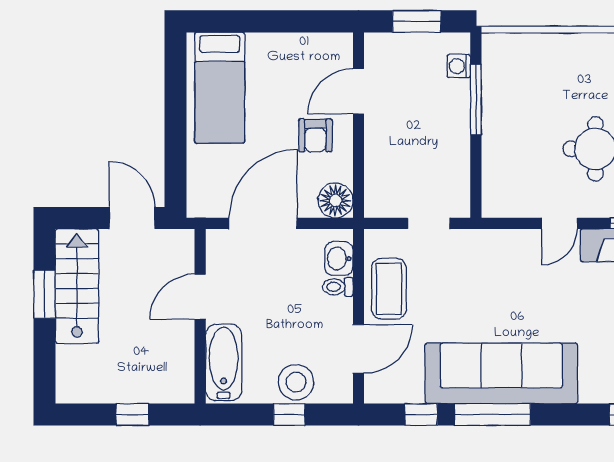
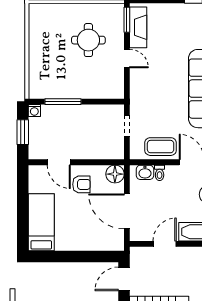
washing machine: (459, 66) -> (34, 111), moved
bed: (220, 88) -> (41, 222), moved, turned -90
door: (200, 297) -> (165, 244), swing flipped

